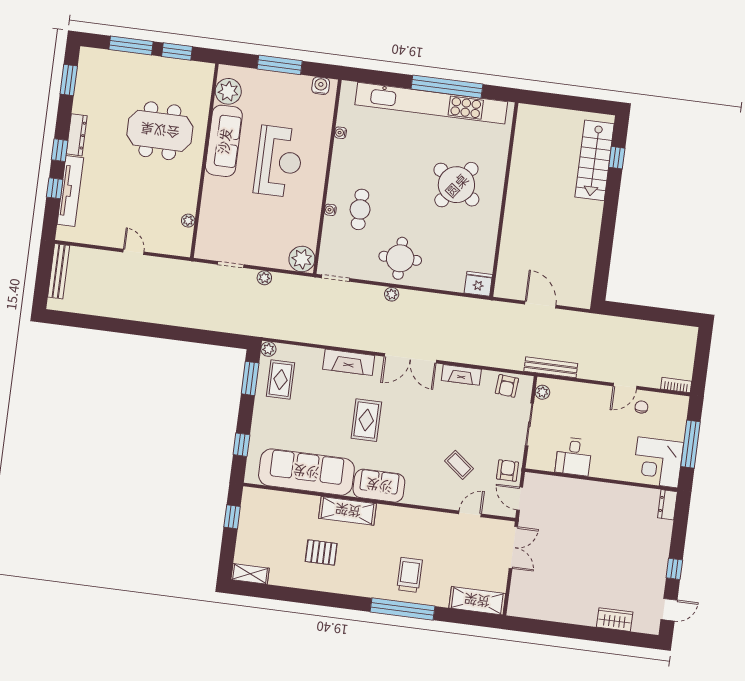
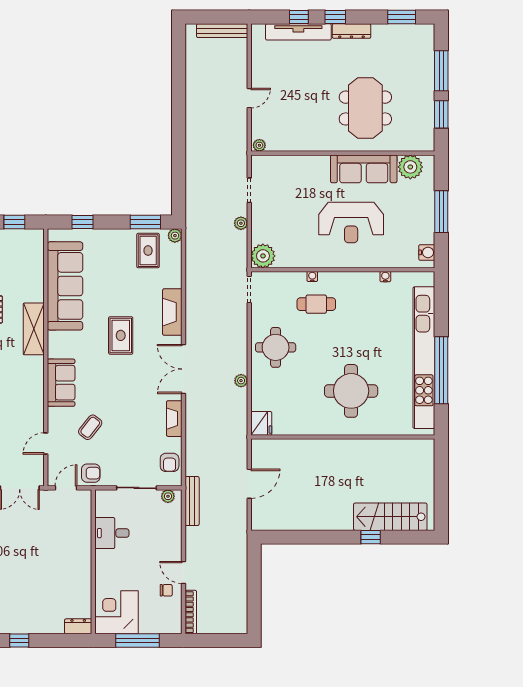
window: (617, 158) -> (371, 537), moved
round table: (456, 185) -> (351, 391), turned -36
plant: (188, 221) -> (259, 145), moved
plant: (392, 294) -> (241, 381), moved
rug: (280, 380) -> (148, 251), turned 90
bookcase: (676, 385) -> (191, 612), width x1.56
armchair: (507, 386) -> (170, 462), turned -95
rug: (366, 420) -> (121, 335), turned 90
sofa: (379, 486) -> (61, 383), moved
door: (470, 514) -> (46, 443), swing flipped

